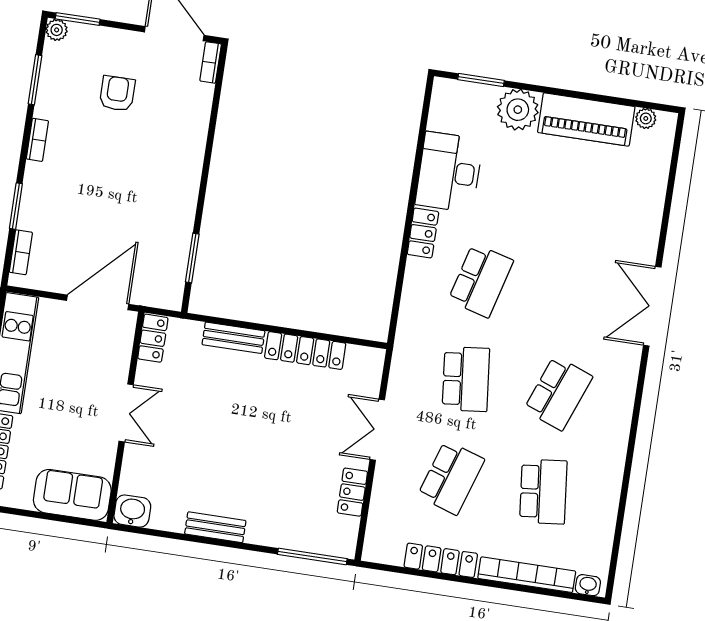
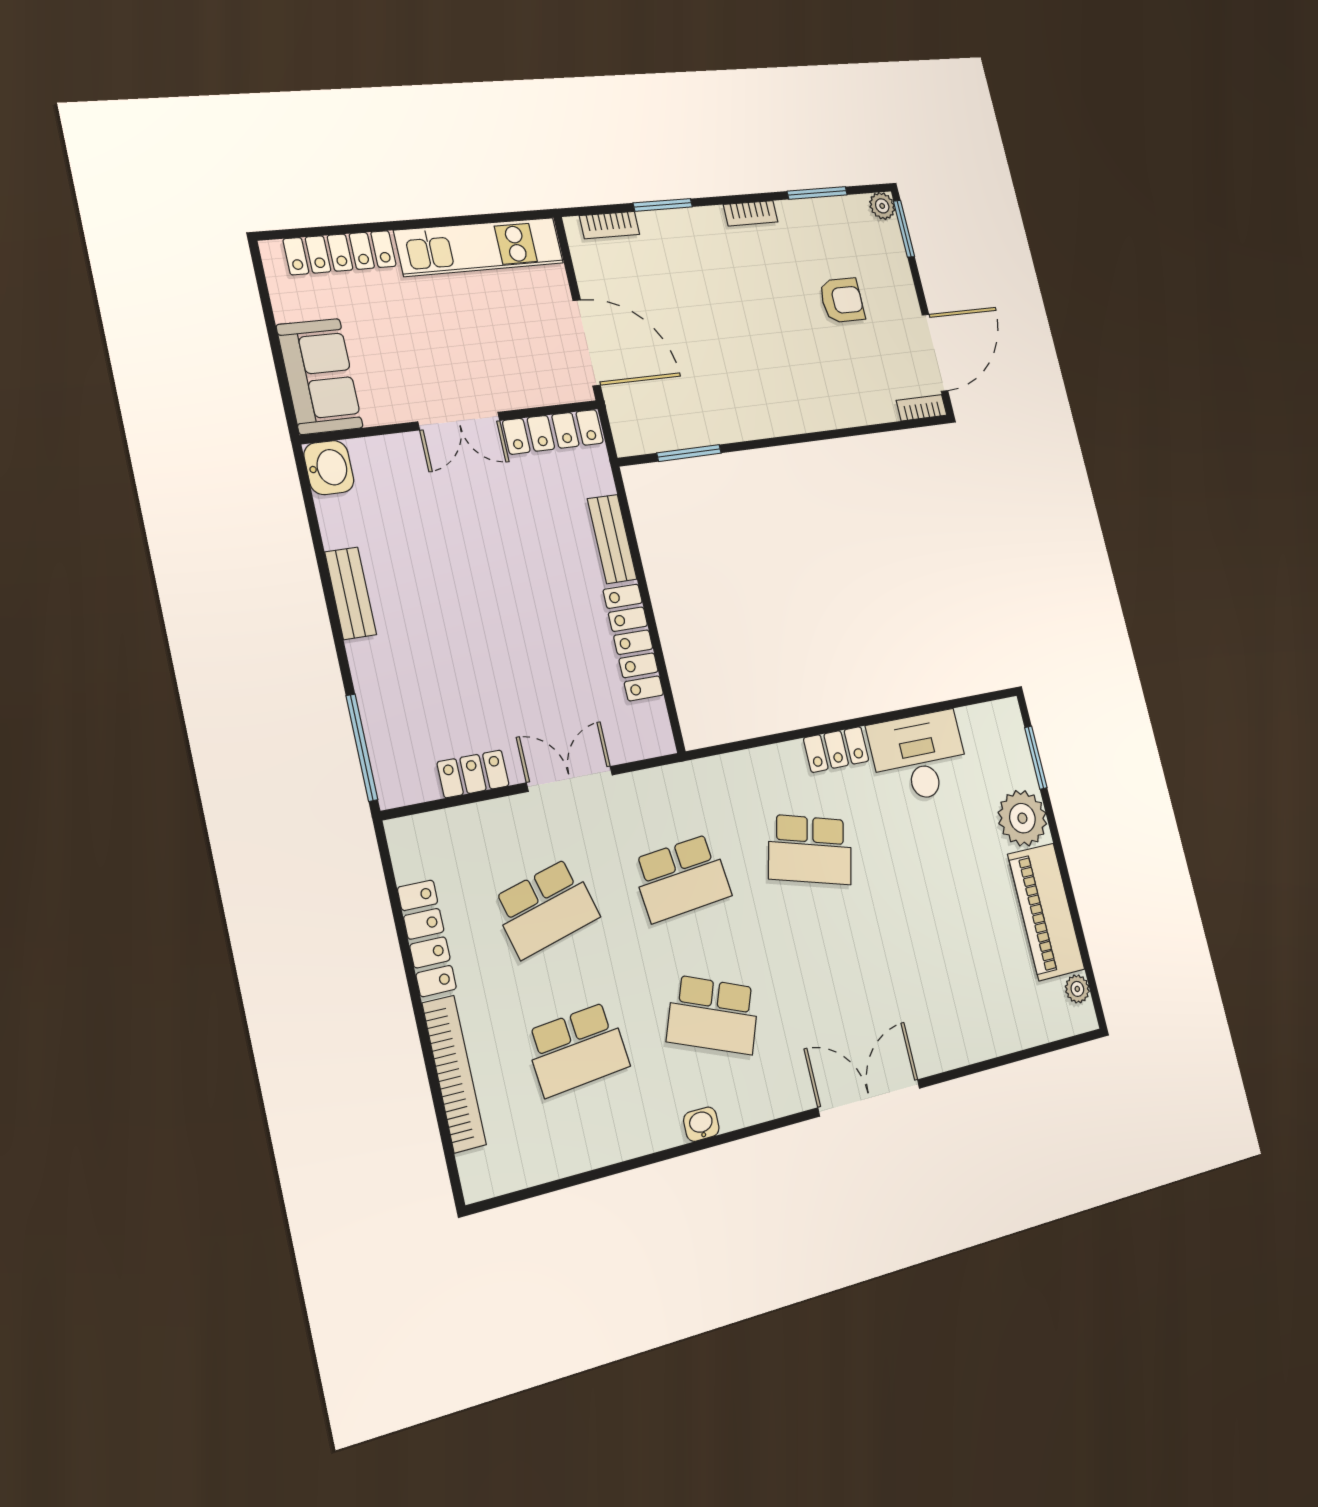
locker: (153, 338) -> (553, 432), width x1.53
school desk: (451, 478) -> (546, 908), turned -33
washbasin: (588, 585) -> (701, 1124), moved, turned -90

